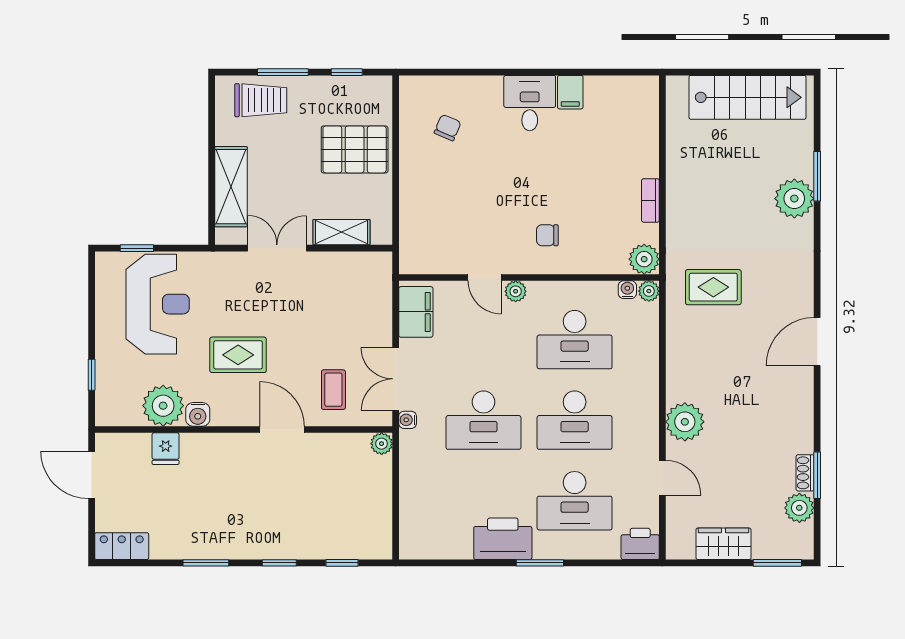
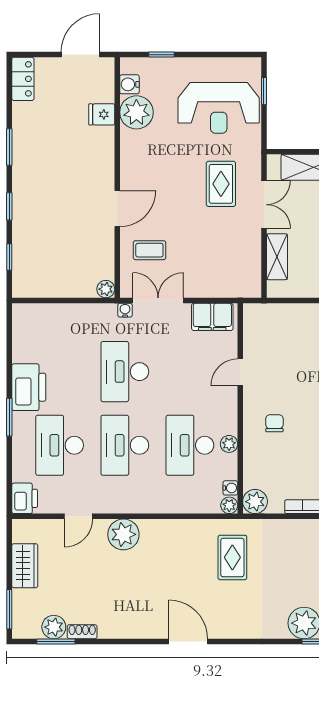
plant: (516, 291) -> (229, 444), moved
rug: (238, 355) -> (221, 184), moved
water cooler: (198, 414) -> (129, 84), moved
window: (817, 475) -> (56, 641), moved

